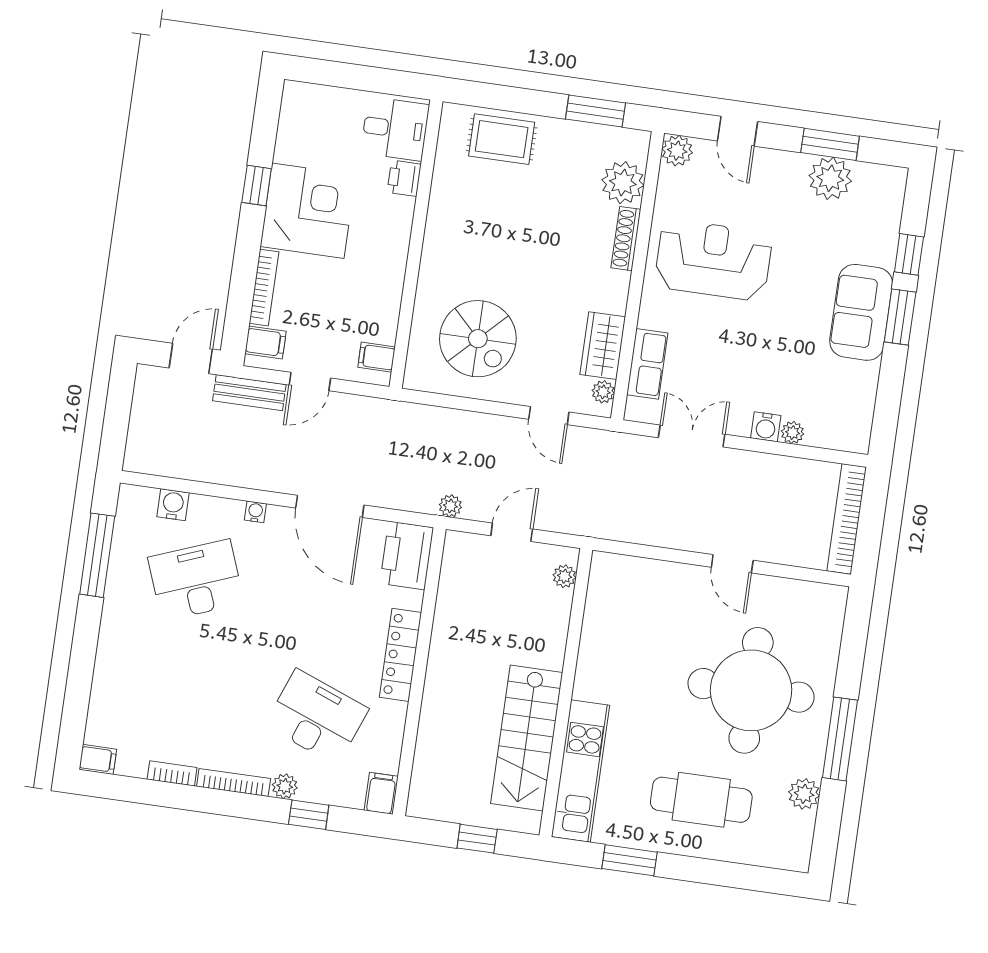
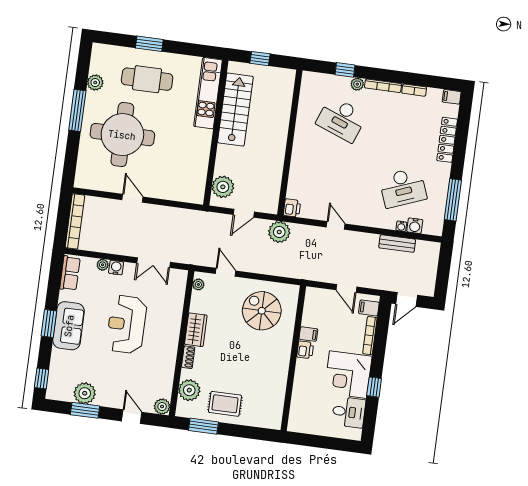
desk: (395, 129) -> (349, 412), moved, turned 180
rug: (502, 139) -> (225, 404), moved
printer: (404, 178) -> (305, 350), moved
shoe rack: (626, 239) -> (188, 357), width x0.70
window: (909, 254) -> (42, 379), moved
reception desk: (713, 260) -> (127, 324), moved, turned 90
wardrobe: (603, 346) -> (196, 330), moved
filing cabinet: (377, 357) -> (308, 334), moved
row of seats: (647, 364) -> (70, 273), moved, turned 180
door: (310, 382) -> (346, 288), swing flipped
bench: (249, 393) -> (397, 244), moved
door: (330, 506) -> (336, 225), width x0.53
plant: (450, 506) -> (279, 232), width x1.87, depth x1.87
water cooler: (255, 512) -> (401, 226), moved
printer: (407, 555) -> (292, 208), width x0.53, depth x0.68
plant: (564, 576) -> (223, 187), width x1.88, depth x1.88
locker: (401, 655) -> (447, 140), moved, turned 180
filing cabinet: (381, 793) -> (308, 81), removed
window: (629, 860) -> (149, 44), moved

